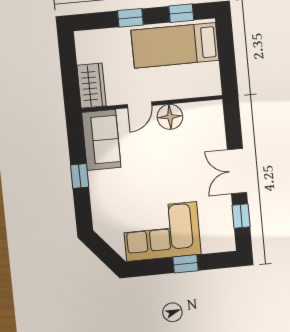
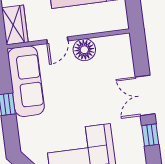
sofa: (101, 140) -> (26, 81), width x1.36

